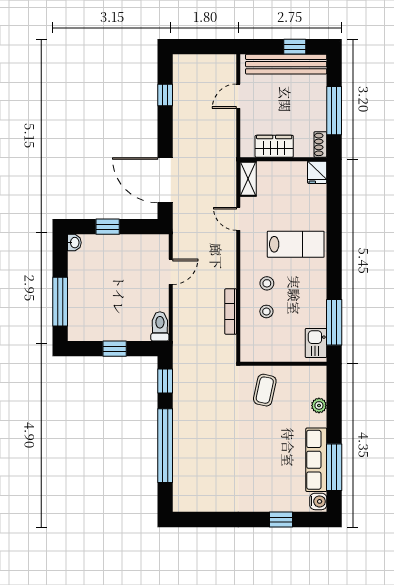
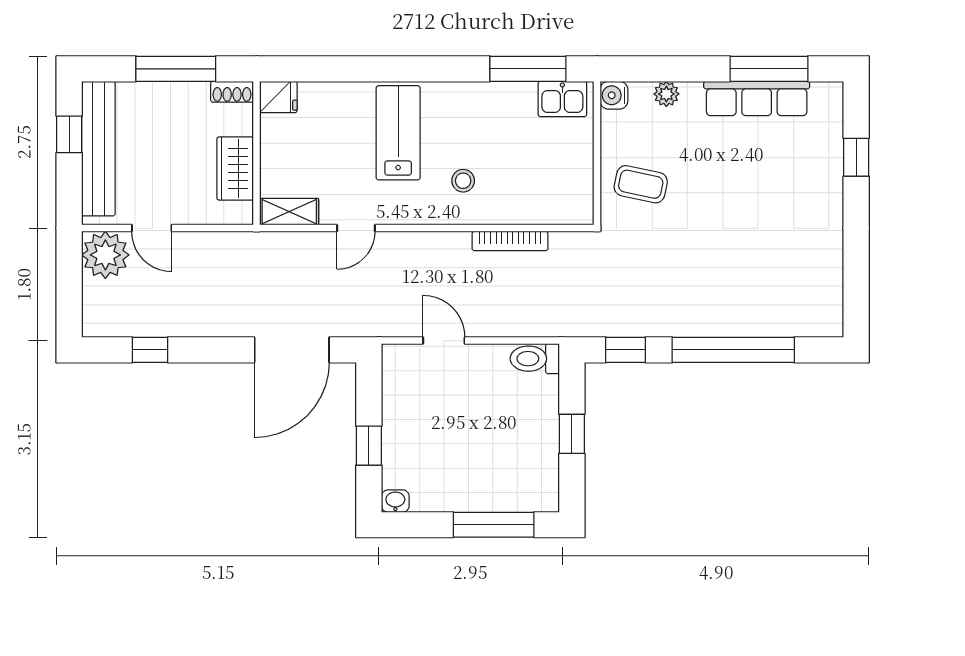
plant: (222, 68) -> (105, 255), added
stool: (266, 311) -> (510, 181), removed
water cooler: (318, 501) -> (614, 95), moved, turned -90

